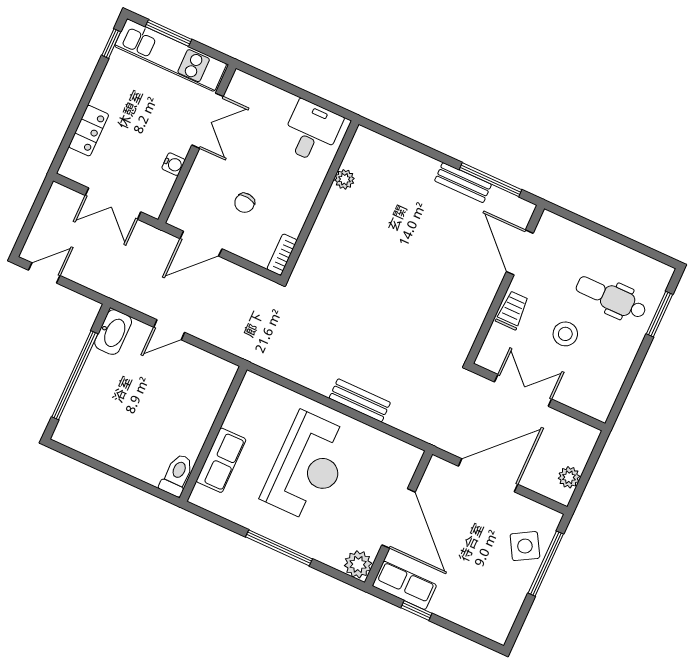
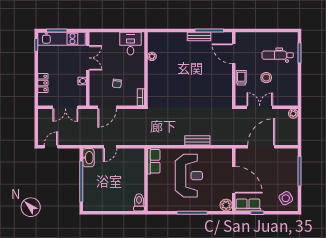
row of seats: (221, 460) -> (154, 161), moved
plant: (569, 477) -> (293, 114), moved
side table: (525, 546) -> (286, 198), moved

